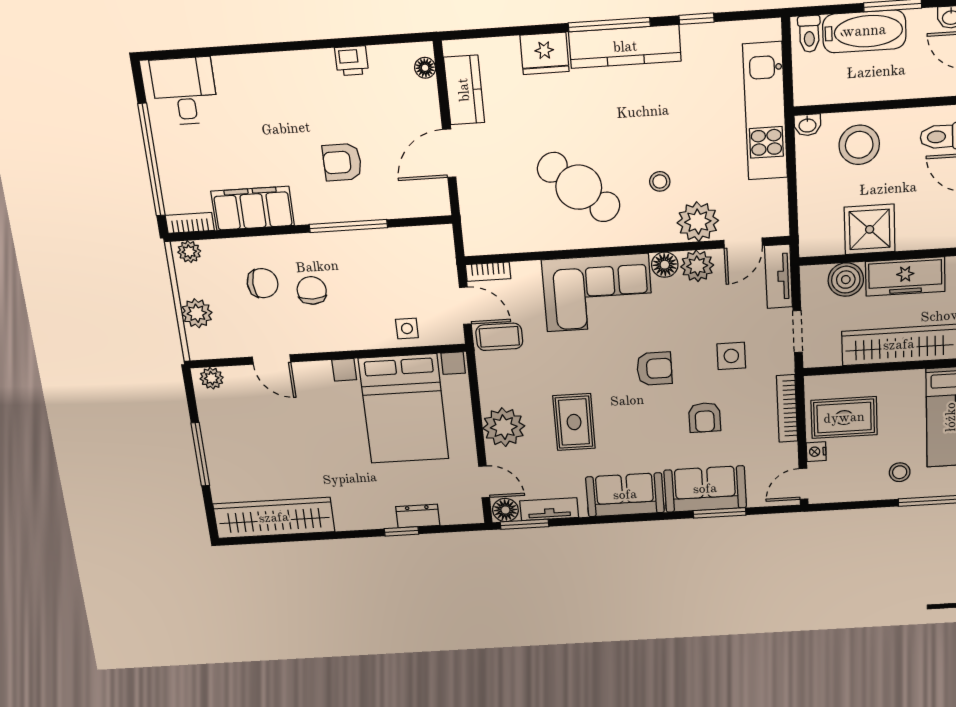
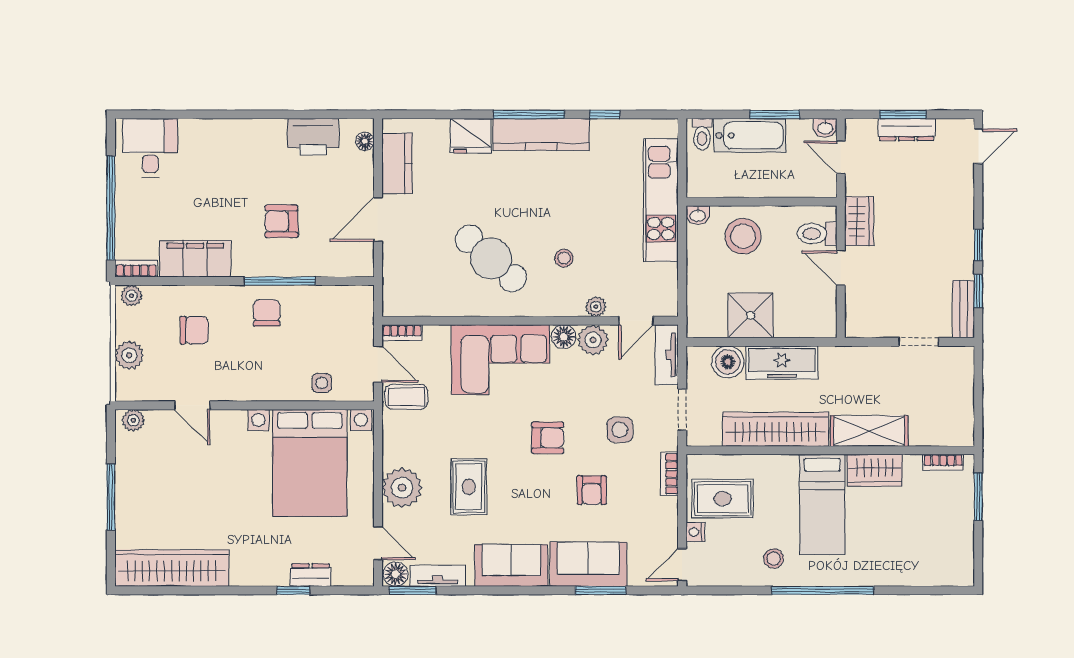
printer: (352, 61) -> (313, 137), width x1.87, depth x1.48
plant: (698, 222) -> (596, 307), width x0.53, depth x0.53
chair: (312, 290) -> (267, 313), moved
bookcase: (787, 409) -> (669, 474), width x0.64

